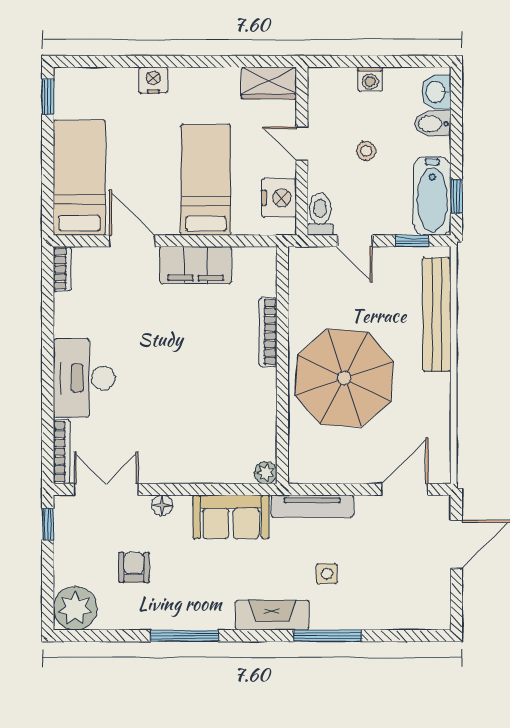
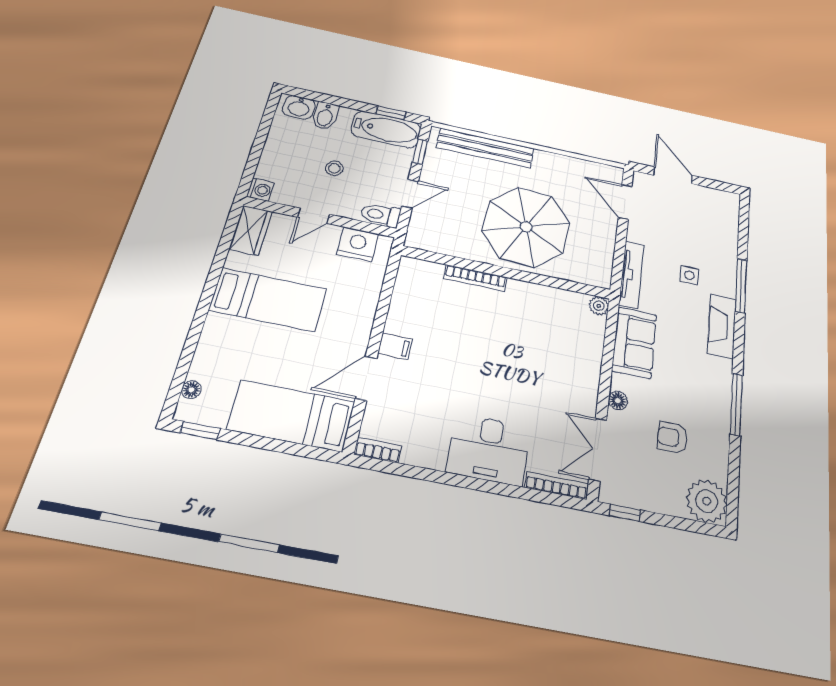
floor lamp: (86, 76) -> (191, 390), added
washing machine: (370, 79) -> (260, 190), moved
nightstand: (153, 80) -> (216, 328), removed
bed: (206, 180) -> (268, 299), moved, turned 180
filing cabinet: (196, 265) -> (395, 346), width x0.33, depth x0.86

